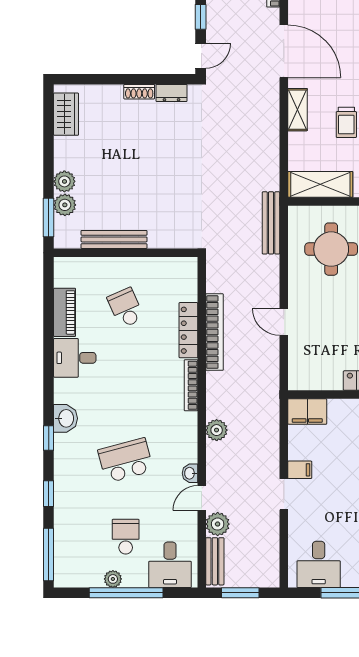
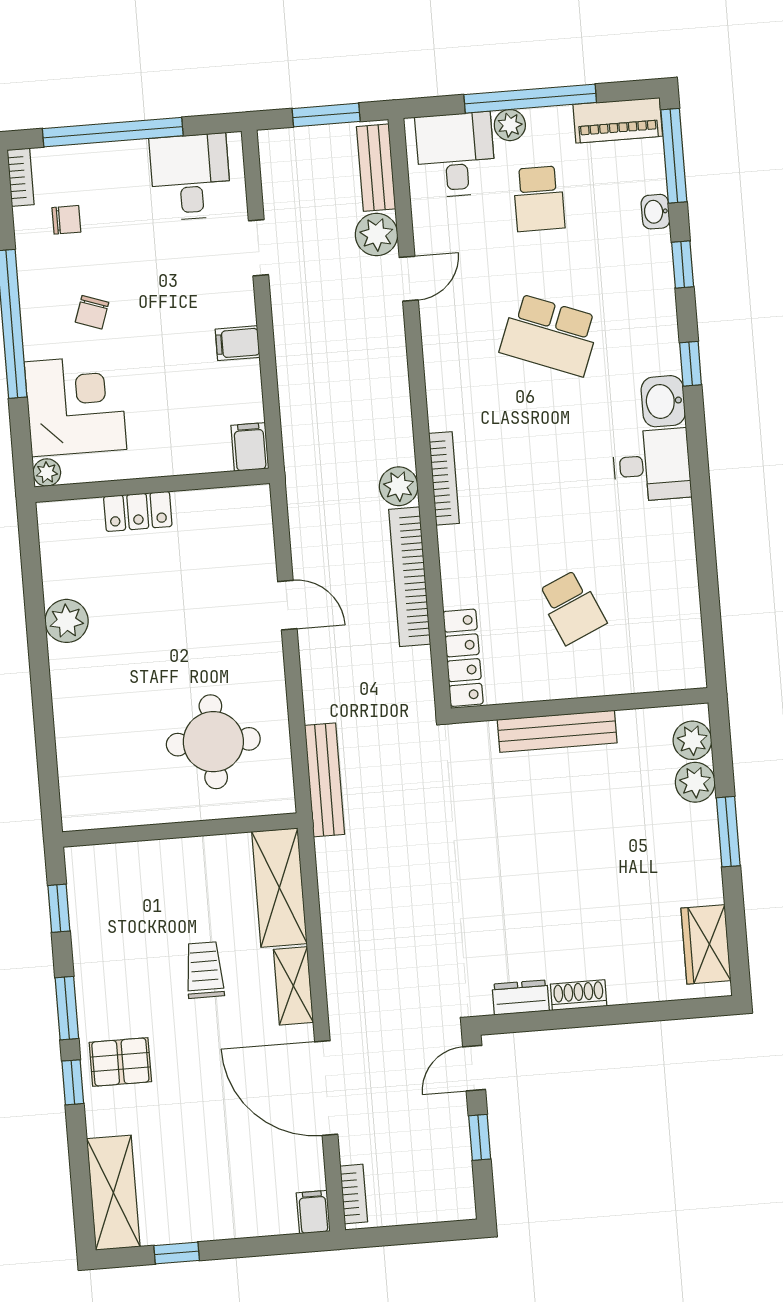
plant: (64, 181) -> (692, 740), moved
shelving: (320, 184) -> (279, 888), moved, turned 90
window: (49, 218) -> (728, 832), moved
bench: (114, 239) -> (557, 731), moved
piano: (65, 312) -> (618, 120), moved, turned -90
locker: (188, 330) -> (463, 658), moved
desk: (75, 358) -> (652, 465), moved
filing cabinet: (307, 412) -> (250, 447), width x0.50
plant: (217, 430) -> (399, 486), moved
school desk: (126, 460) -> (550, 335), turned 36
washbasin: (190, 473) -> (655, 212), moved, turned 180
doorway: (284, 494) -> (259, 248), moved
plant: (113, 579) -> (510, 125), moved

